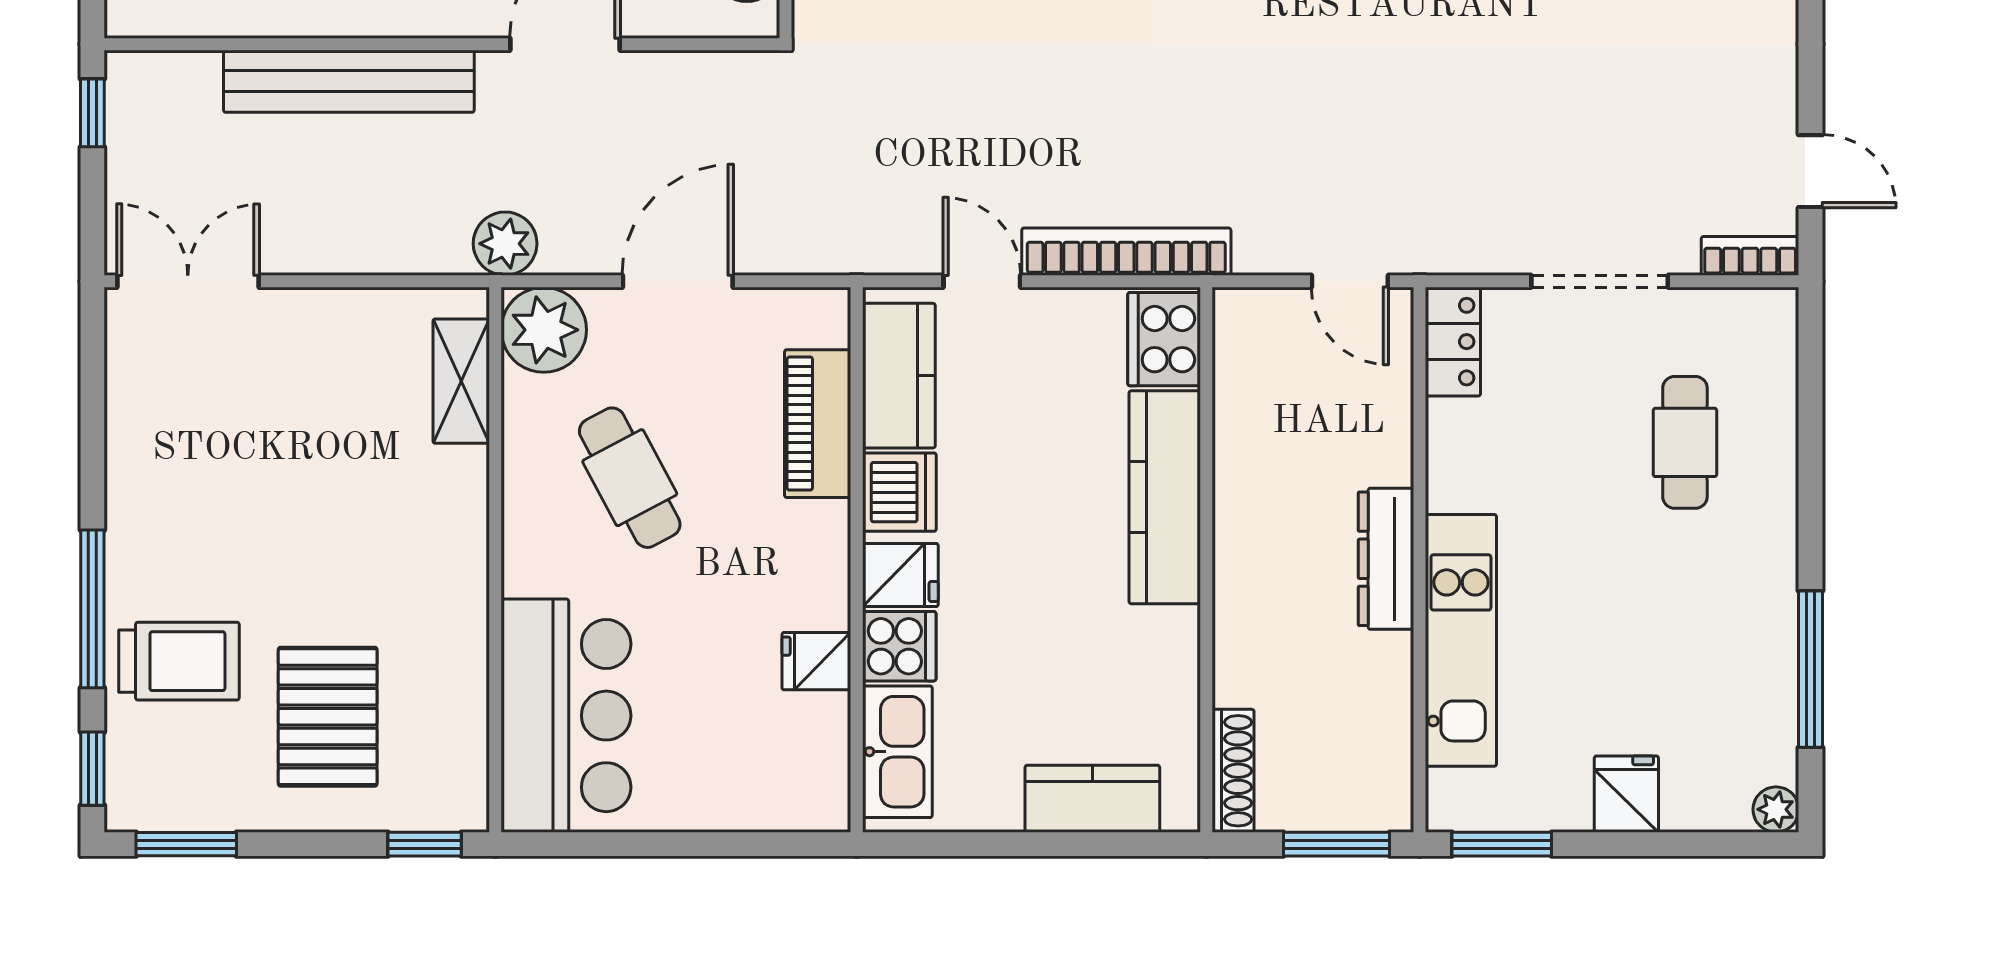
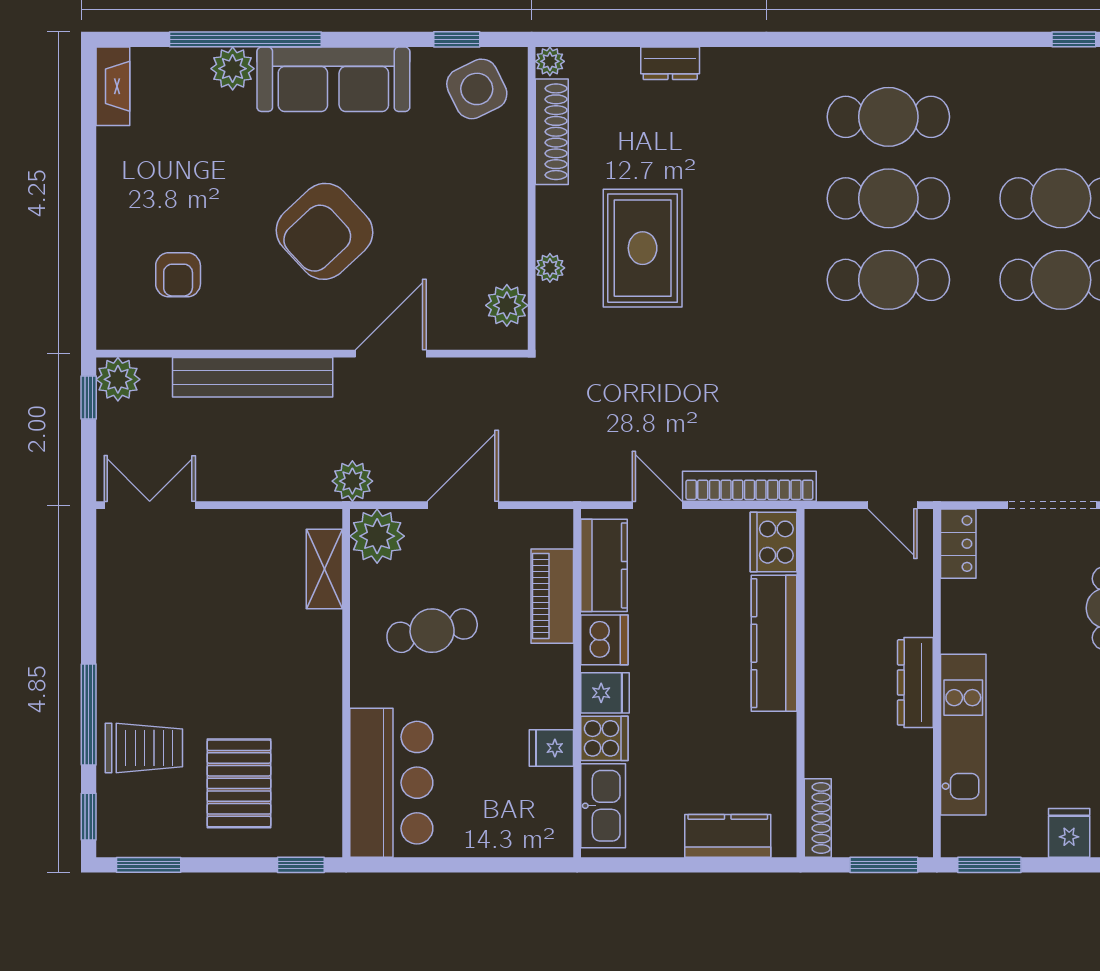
plant: (138, 84) -> (118, 379), added
cafe table: (630, 478) -> (432, 631), turned -74

